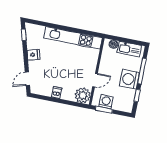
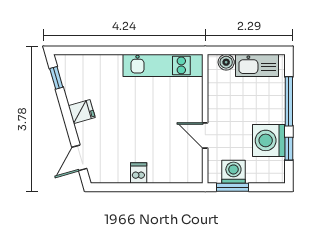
kitchen unit: (73, 38) -> (163, 65), width x0.73
washing machine: (130, 79) -> (269, 140), moved
door: (95, 80) -> (205, 135), swing flipped
plant: (83, 95) -> (188, 169), removed

